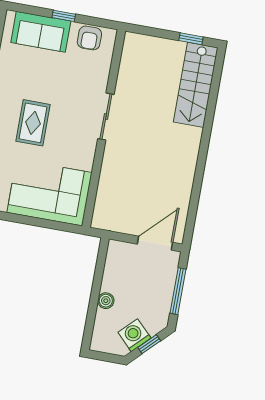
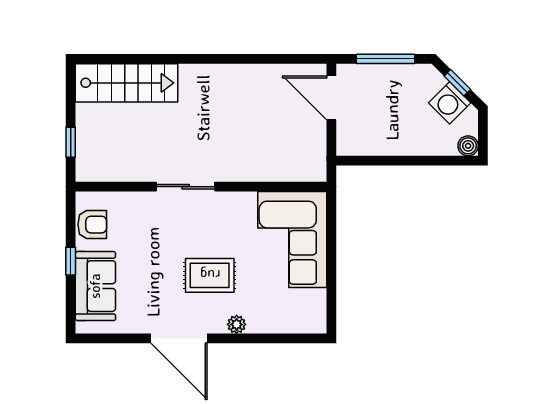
window: (191, 39) -> (71, 142), moved
boiler: (106, 301) -> (468, 146), moved

